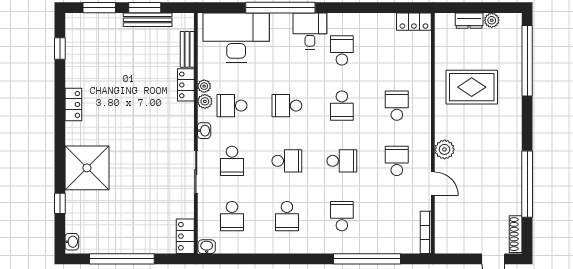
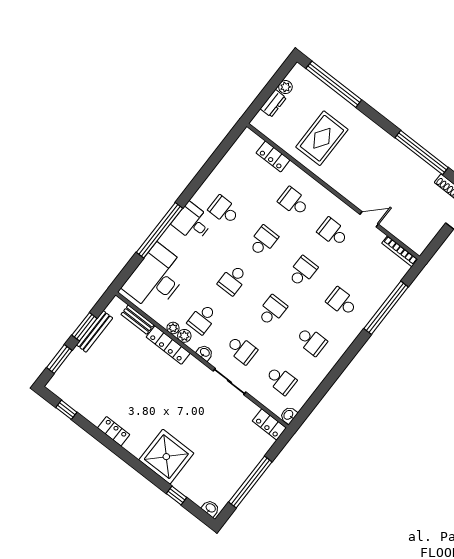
locker: (414, 22) -> (273, 156), moved, turned 90
locker: (186, 85) -> (168, 345), width x1.53
school desk: (342, 106) -> (263, 241), turned -90
plant: (445, 149) -> (351, 192), removed

